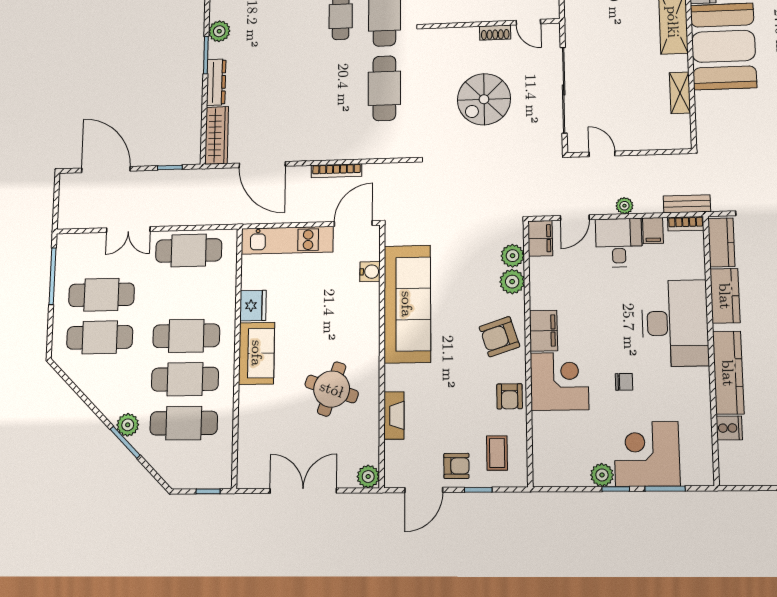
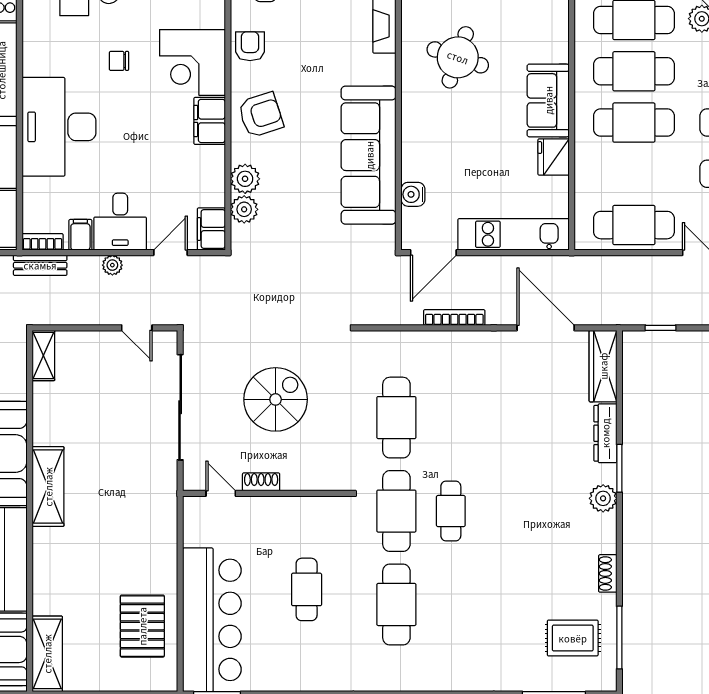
shelving: (680, 93) -> (43, 355), moved

